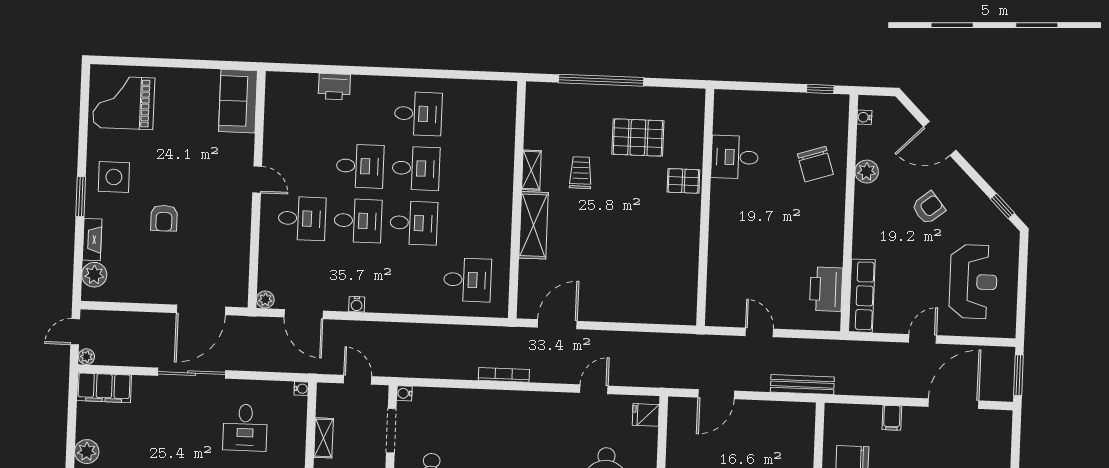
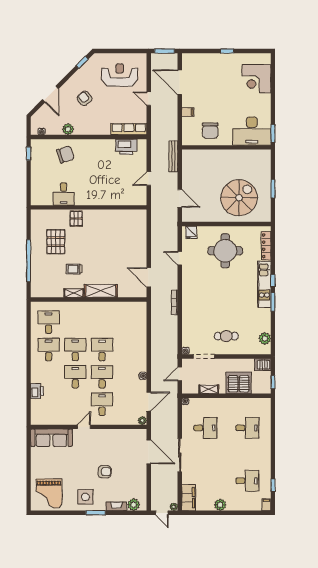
sofa: (238, 101) -> (51, 438), width x1.36
desk: (467, 280) -> (49, 322), moved

